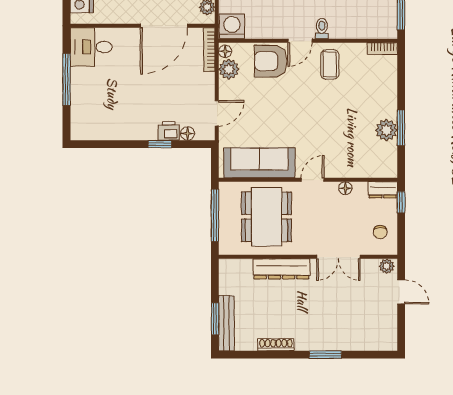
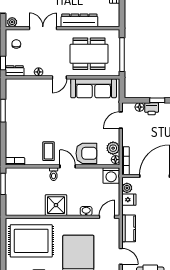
door: (300, 41) -> (68, 166), hinge flipped
plant: (386, 130) -> (12, 109), removed
dining table: (266, 217) -> (89, 54), turned 90

